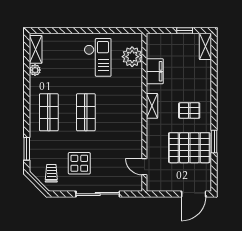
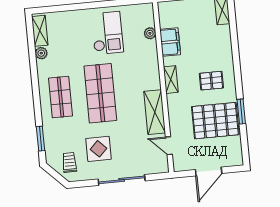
plant: (132, 57) -> (150, 33), width x0.53, depth x0.53
shop shelf: (86, 112) -> (100, 93), width x1.43, depth x1.36
shelving: (134, 134) -> (155, 112), added
door: (194, 194) -> (209, 172), moved

